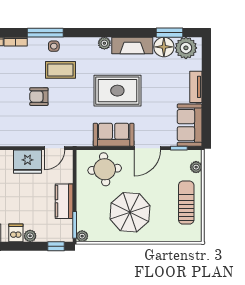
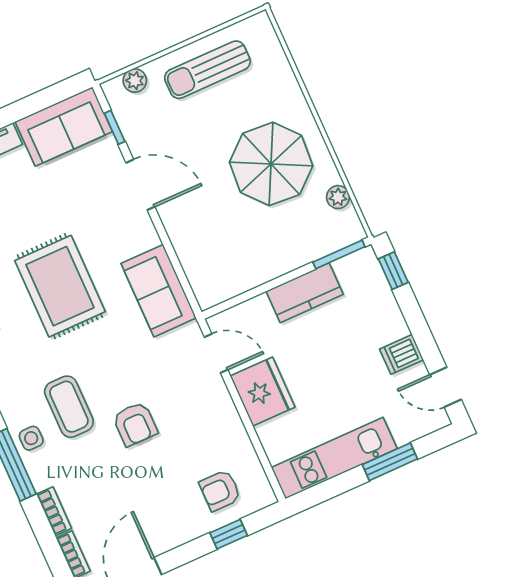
sofa: (114, 135) -> (159, 291), moved
round table: (105, 169) -> (214, 245), removed
plant: (30, 236) -> (396, 326), removed
plant: (82, 236) -> (338, 197), moved

